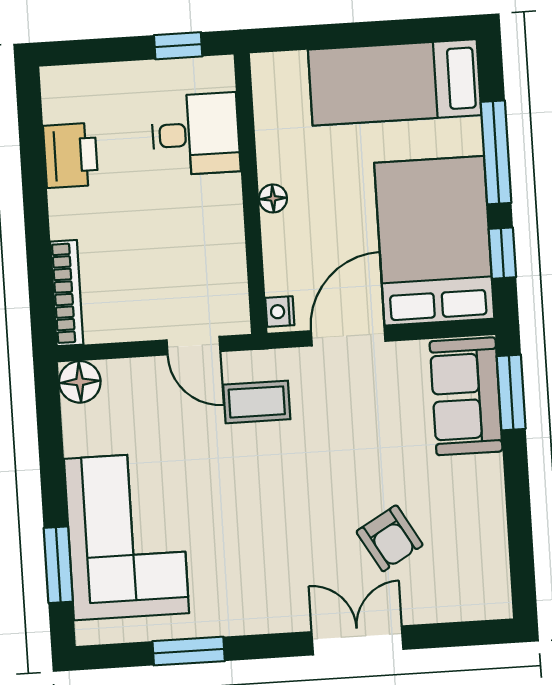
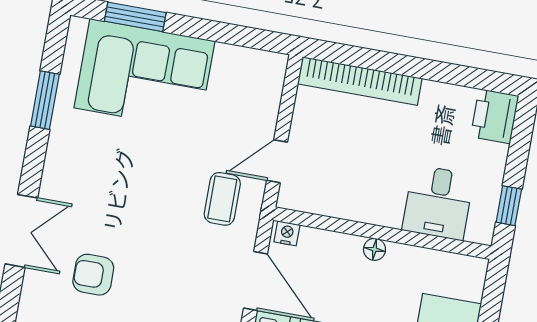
printer: (71, 155) -> (495, 116), moved, turned 90
bookcase: (67, 293) -> (360, 81), width x1.48, depth x1.31
floor lamp: (80, 382) -> (271, 68), removed
armchair: (390, 538) -> (93, 275), turned 30

